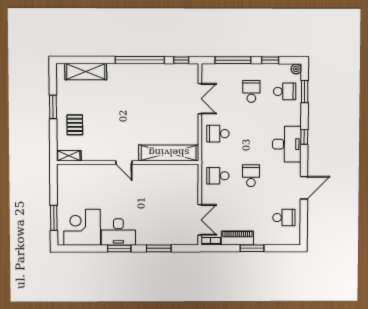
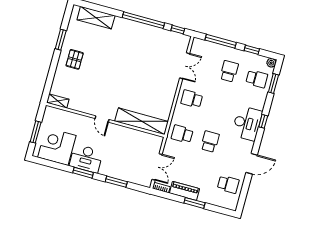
shelving: (169, 153) -> (142, 121), moved
shelving: (69, 156) -> (58, 101), moved
door: (124, 163) -> (102, 119), moved
wall: (128, 163) -> (105, 120), moved

